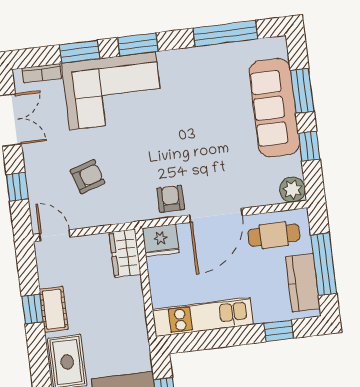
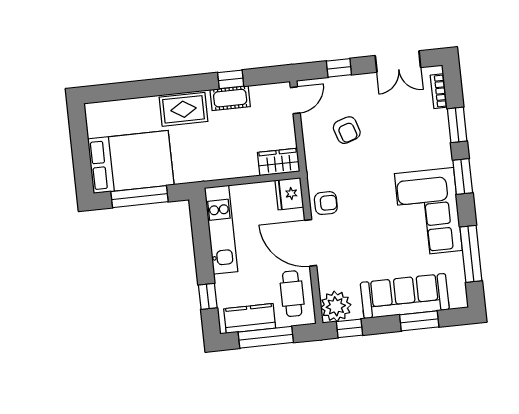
corner sofa: (113, 91) -> (428, 212), moved
window: (309, 146) -> (349, 328), moved
plant: (292, 190) -> (336, 306), width x1.36, depth x1.36

